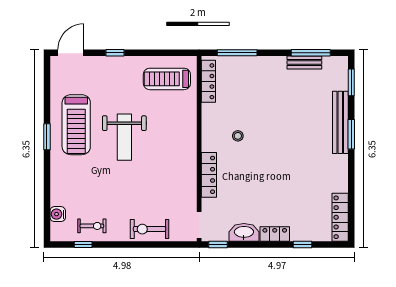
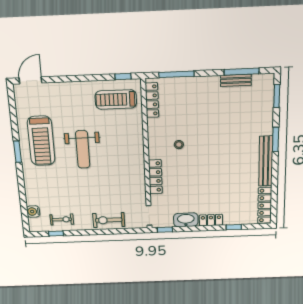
window: (115, 53) -> (123, 77), moved
bench: (340, 122) -> (266, 161), moved

